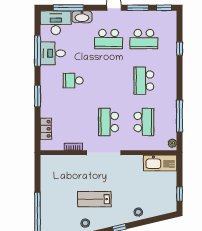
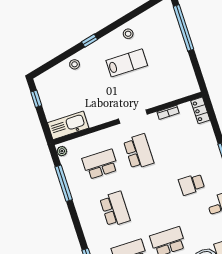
school desk: (73, 81) -> (192, 184), turned 180
school desk: (144, 122) -> (100, 164), turned 90
locker: (46, 129) -> (200, 110), moved
doorway: (104, 153) -> (133, 117), width x0.73

